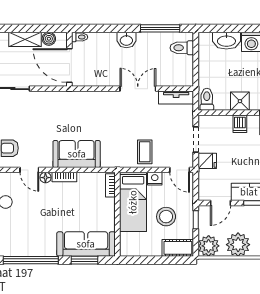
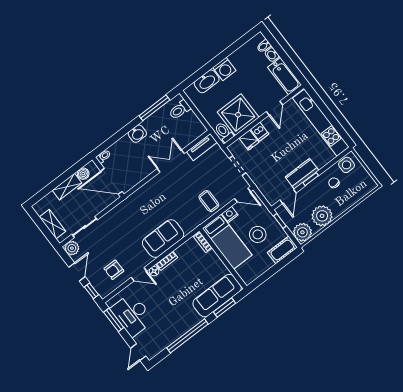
shower: (240, 101) -> (238, 115), width x1.86, depth x1.86
fridge: (207, 161) -> (249, 140), moved, turned 90

